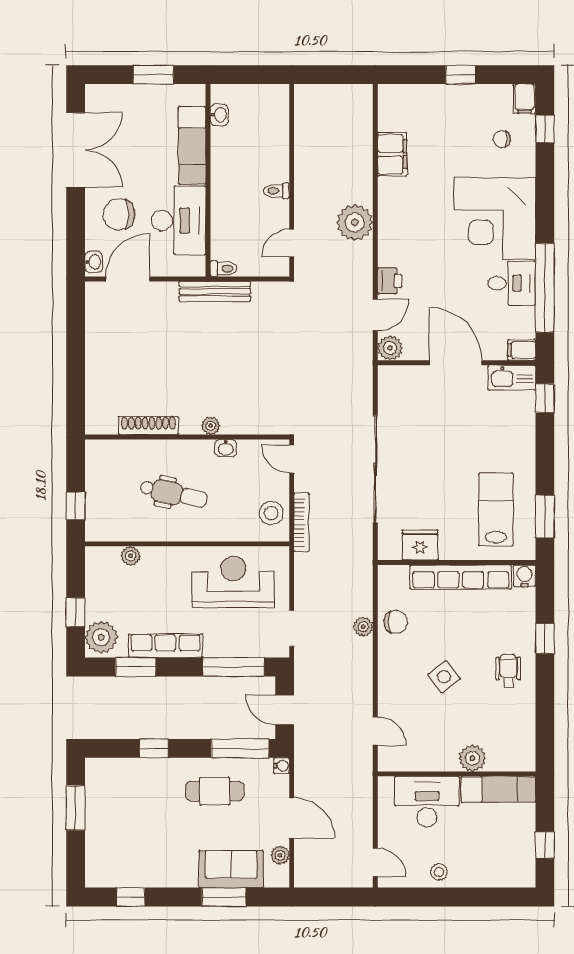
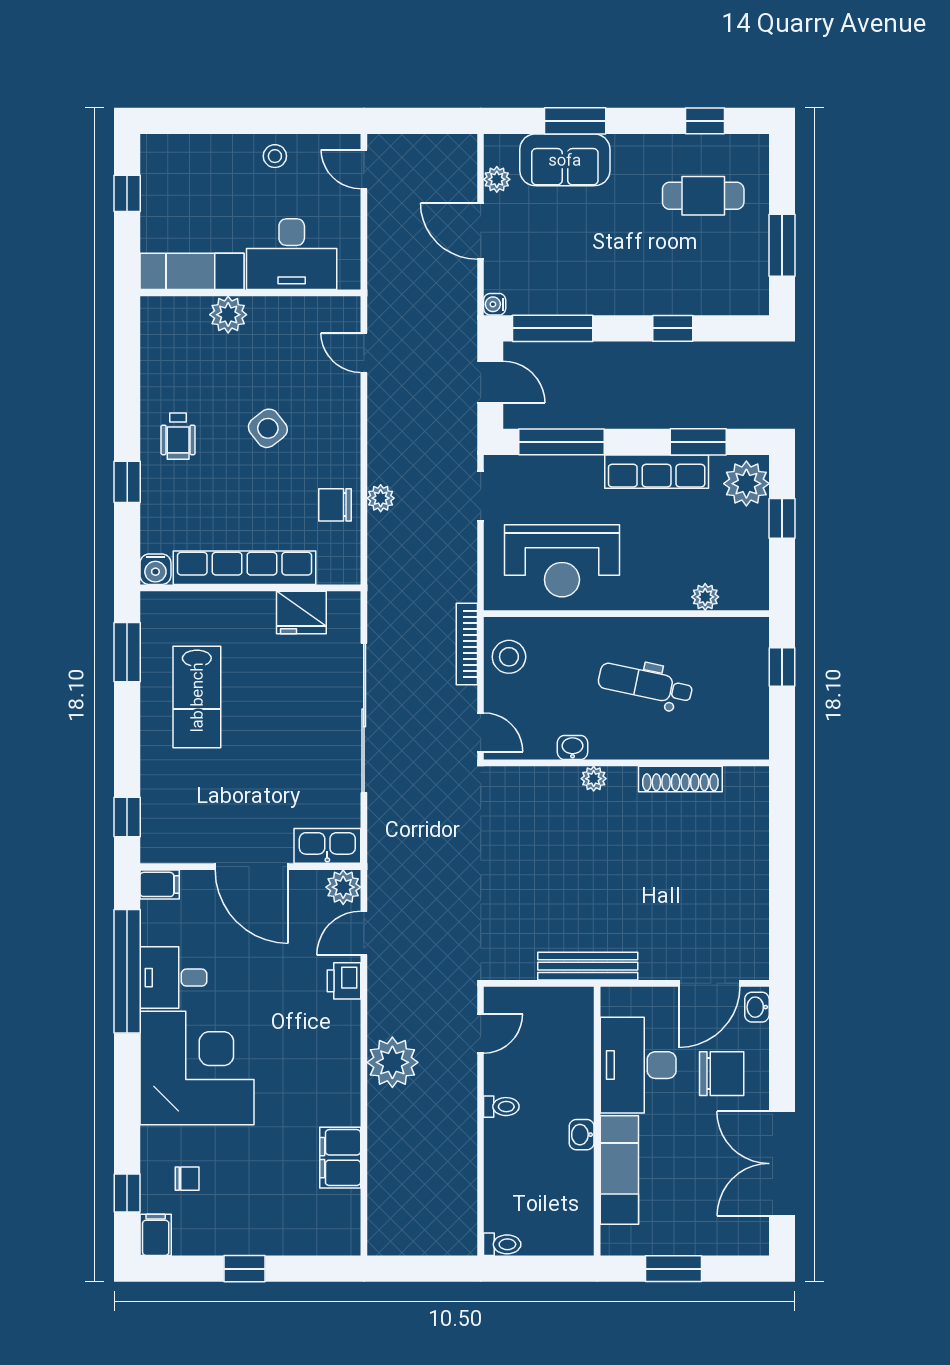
washbasin: (219, 115) -> (582, 1135), moved
toilet: (224, 269) -> (502, 1244), moved, turned 180
kitchen sink: (512, 378) -> (327, 846), moved
lab bench: (496, 509) -> (197, 697), moved
cafe table: (215, 791) -> (703, 196), moved

